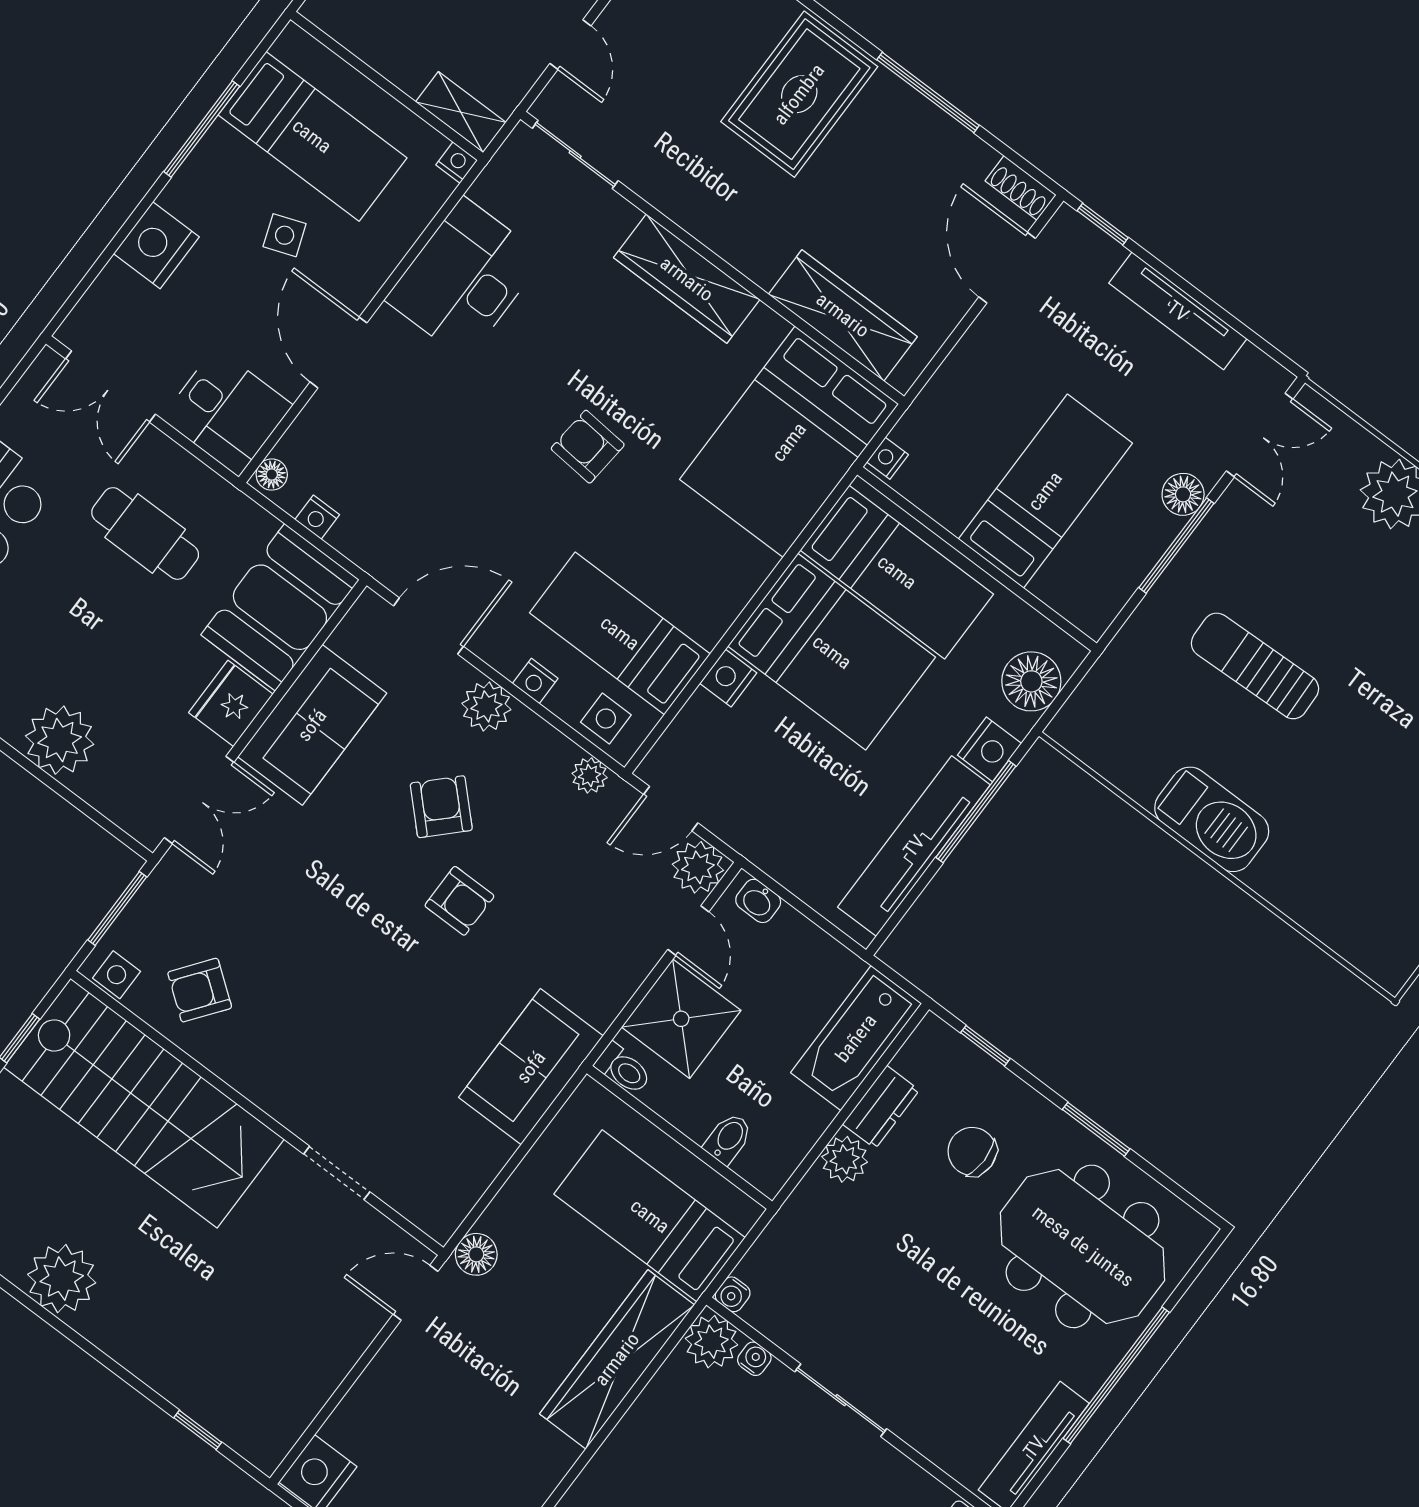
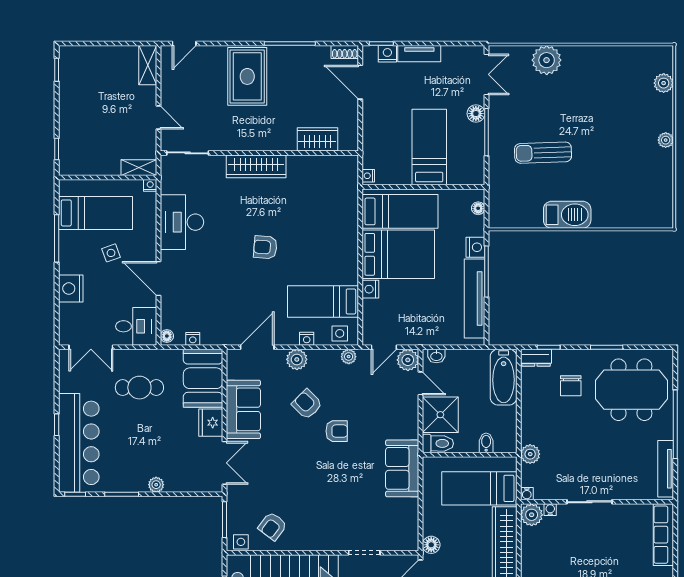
nightstand: (1100, 253) -> (387, 54), added
tv unit: (1178, 311) -> (419, 54), width x0.71
wardrobe: (843, 315) -> (317, 139), width x0.67
bed: (789, 442) -> (331, 195), removed
floor lamp: (1031, 681) -> (478, 208), width x0.53, depth x0.53
plant: (60, 740) -> (156, 485), width x0.53, depth x0.53
toilet: (623, 1069) -> (438, 443), width x1.37, depth x1.39
dresser: (881, 1107) -> (536, 358), moved, turned 90
chair: (972, 1151) -> (571, 386), turned -90
plant: (845, 1159) -> (530, 454), moved

